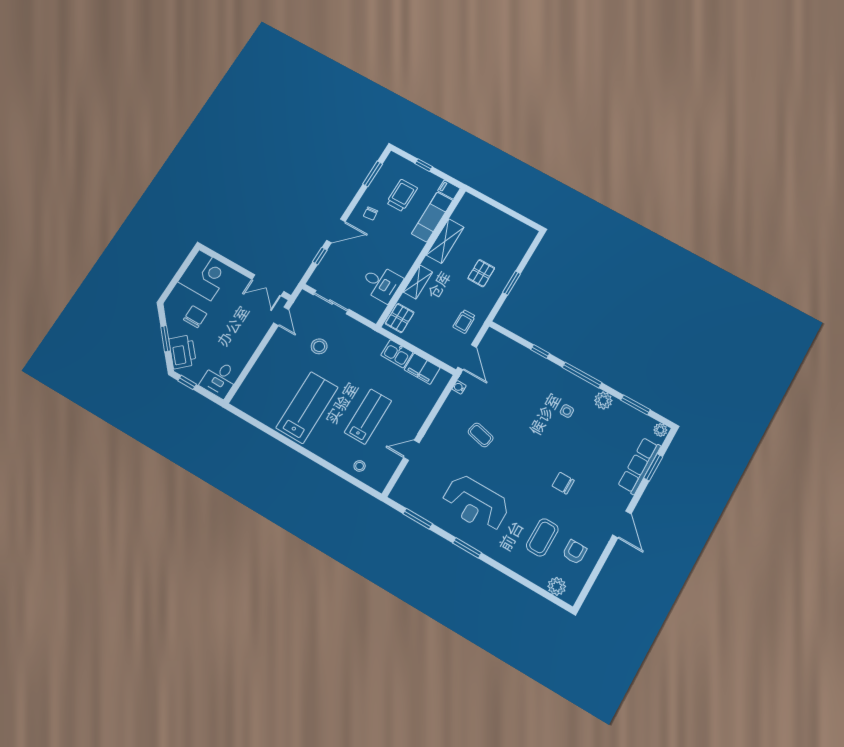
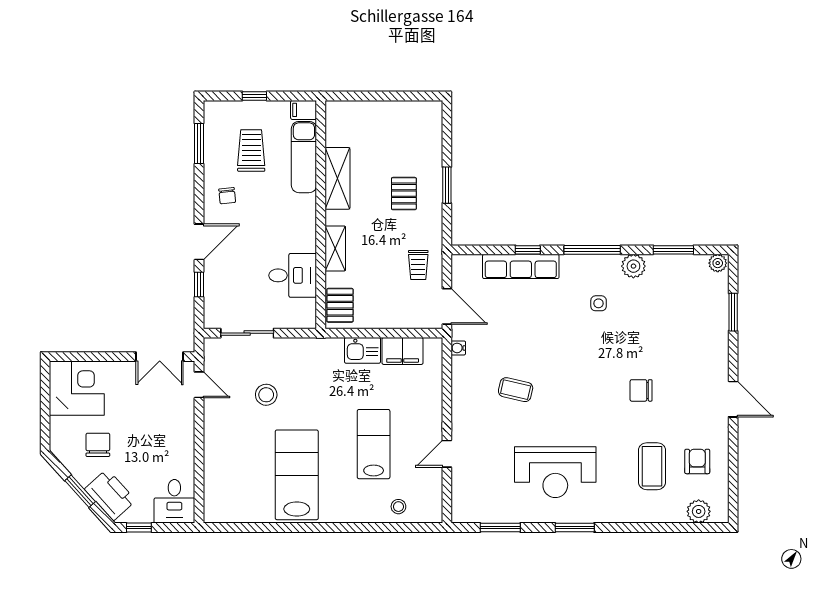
row of seats: (639, 466) -> (521, 266), moved, turned -90

